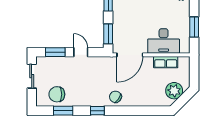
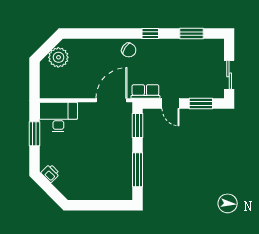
desk: (164, 41) -> (58, 117), moved
row of seats: (166, 62) -> (145, 91), moved
chair: (57, 94) -> (199, 53), removed

